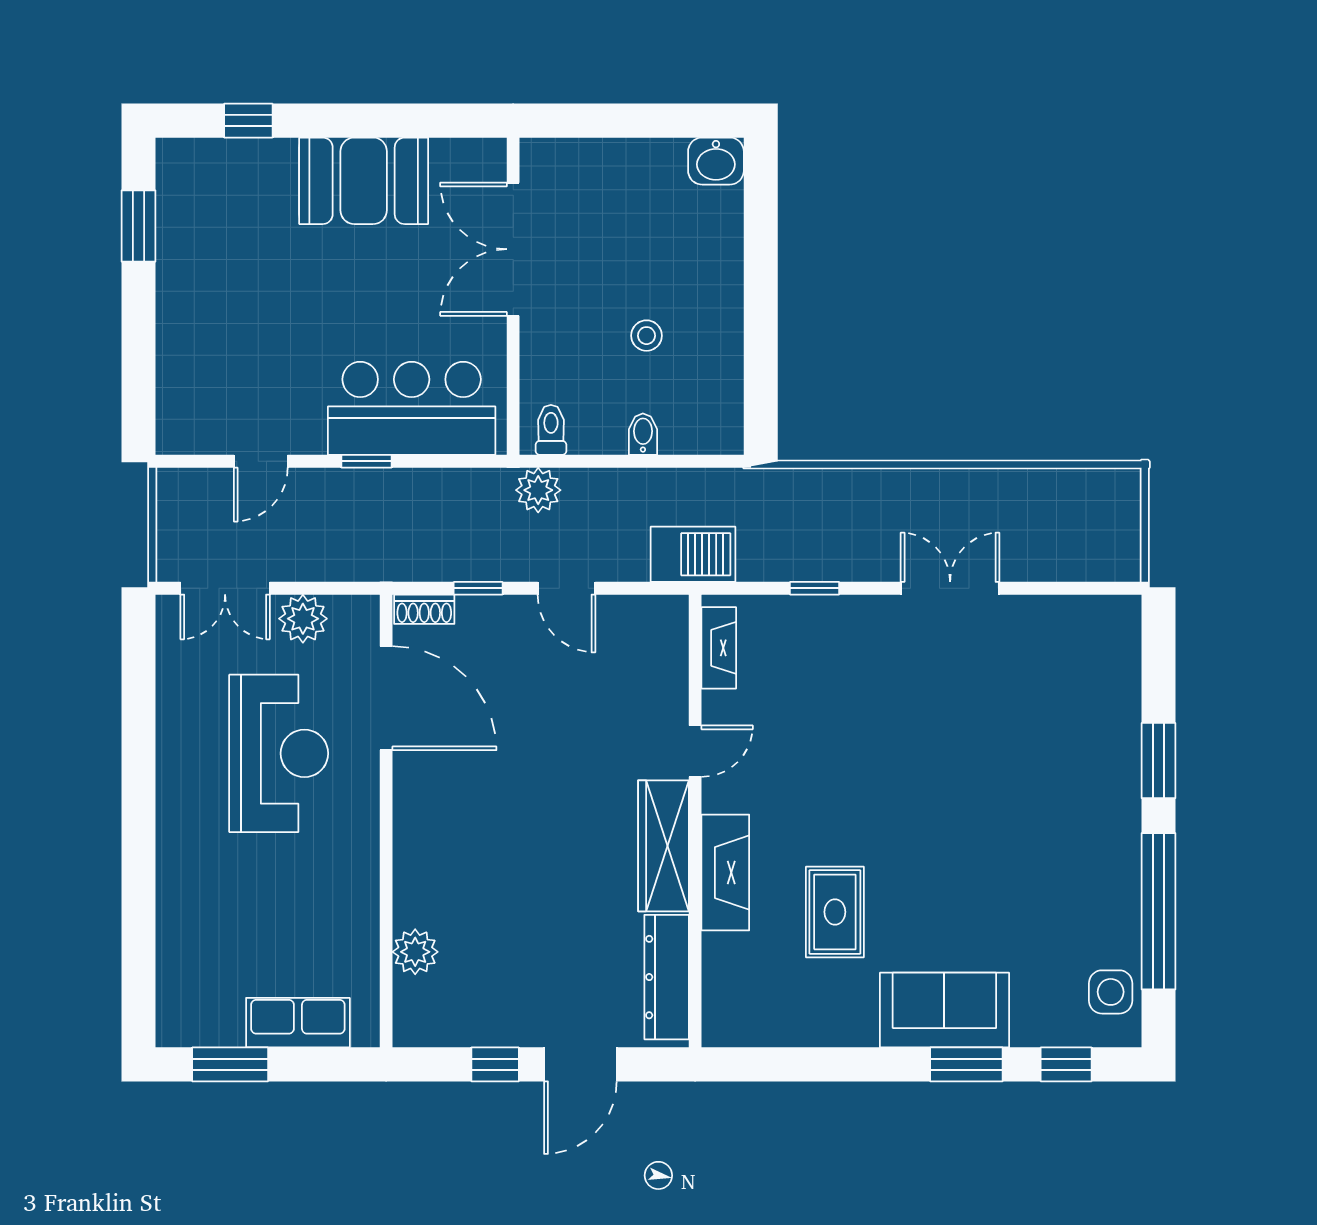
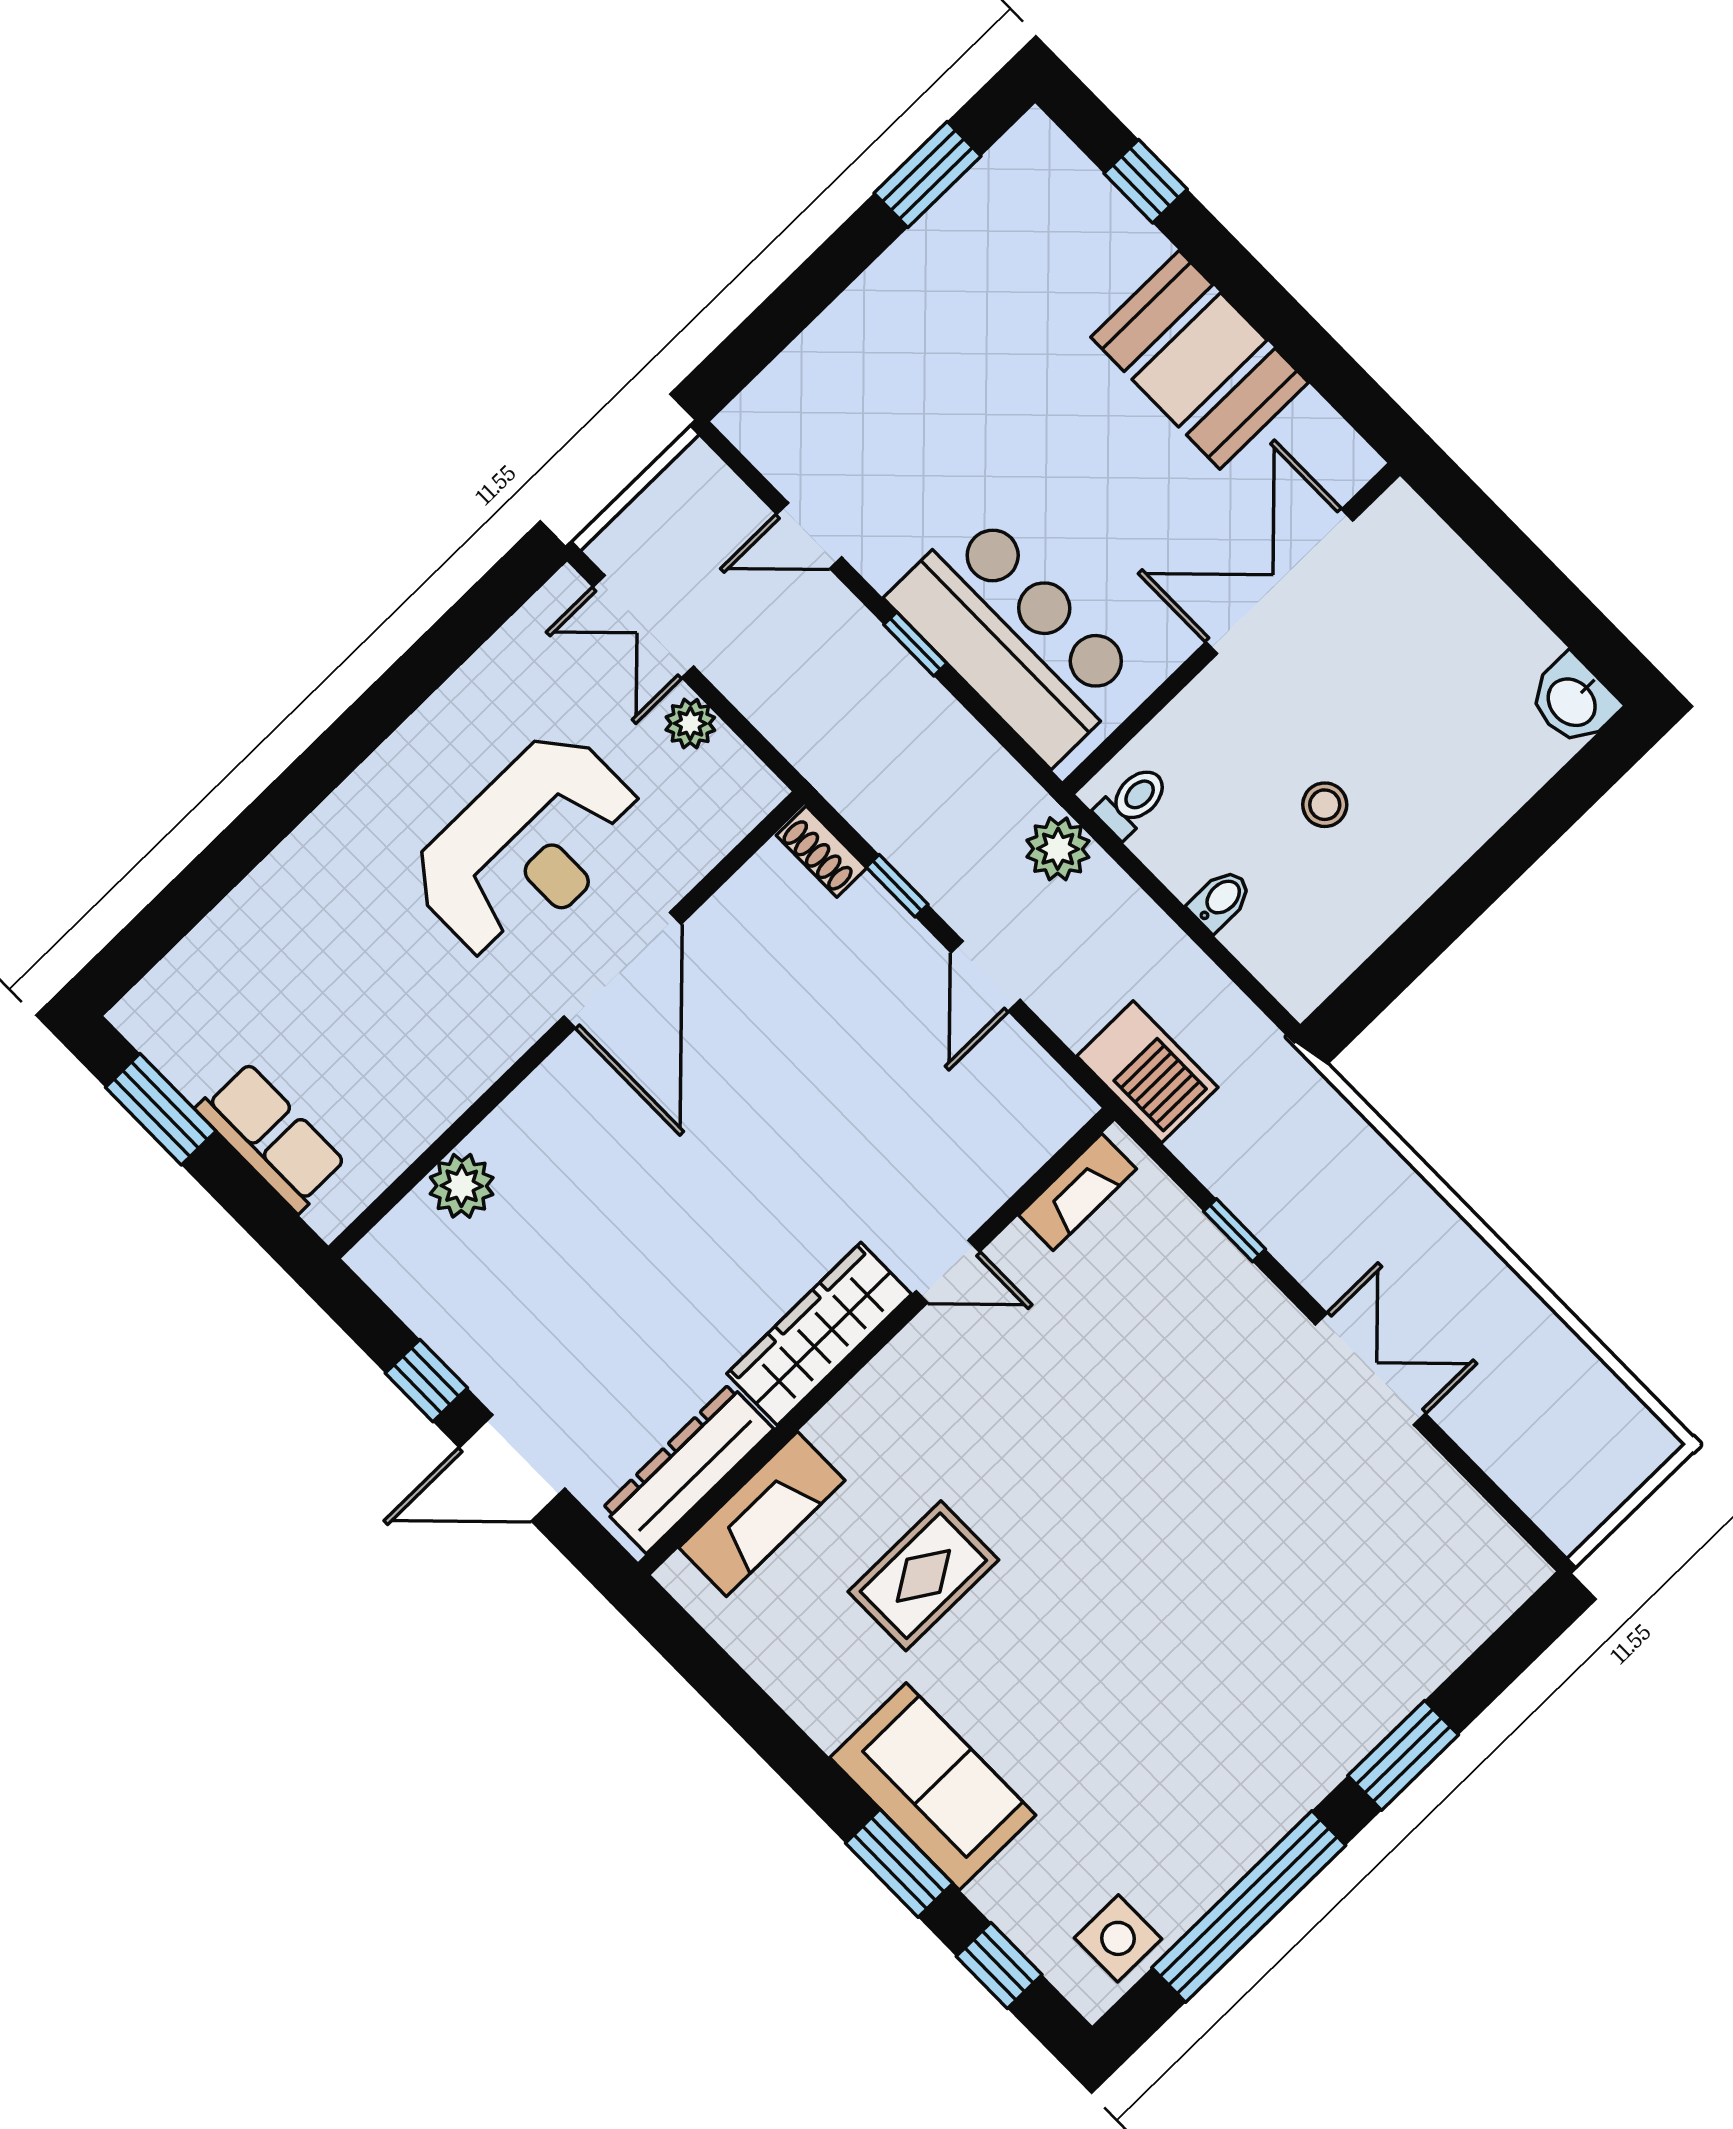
plant: (303, 619) -> (690, 724), width x0.73, depth x0.73
door: (386, 698) -> (622, 970), moved
fireplace: (725, 873) -> (762, 1514), moved

